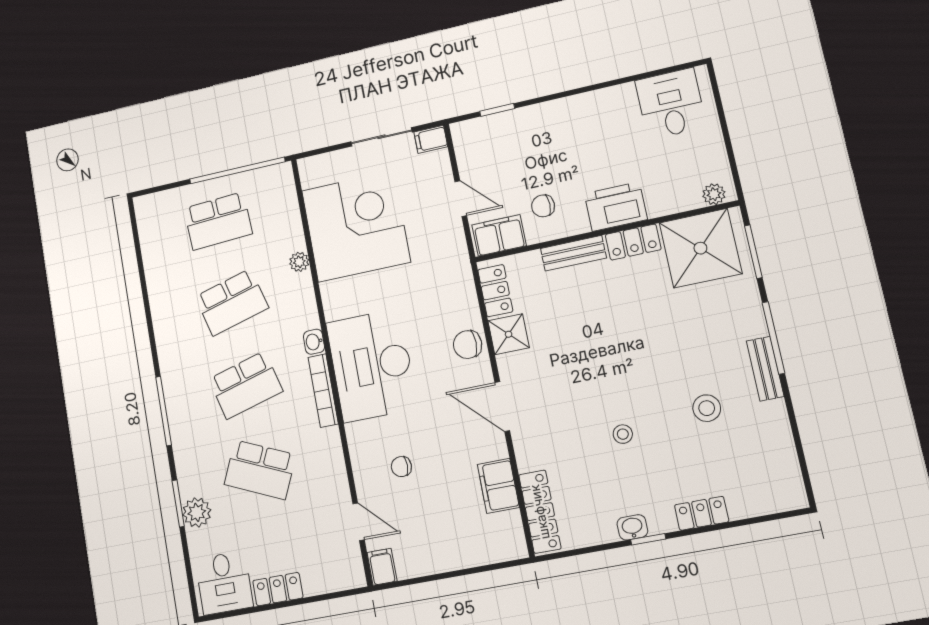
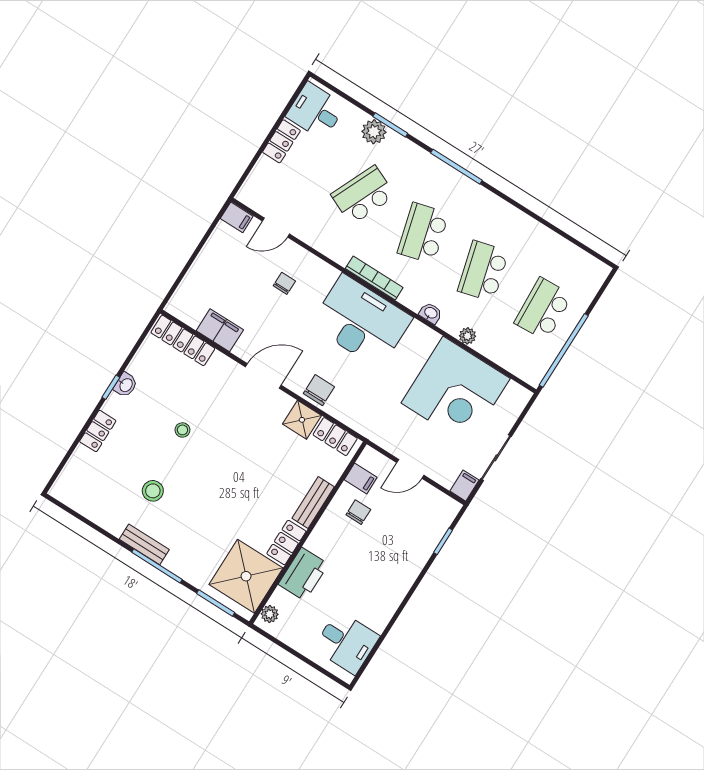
printer: (616, 207) -> (303, 574), moved
filing cabinet: (499, 235) -> (361, 478), width x0.50
washbasin: (314, 342) -> (431, 313), moved

